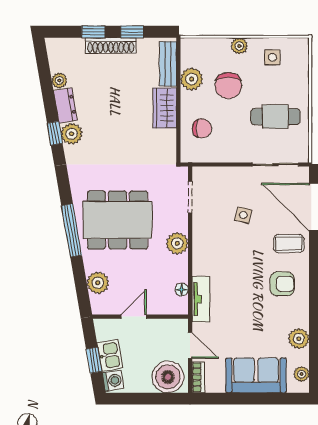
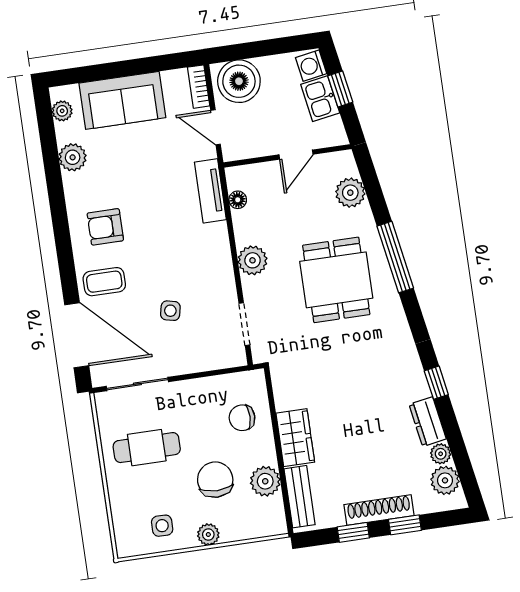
plant: (72, 134) -> (445, 480), moved
dining table: (118, 220) -> (336, 280), width x0.73

